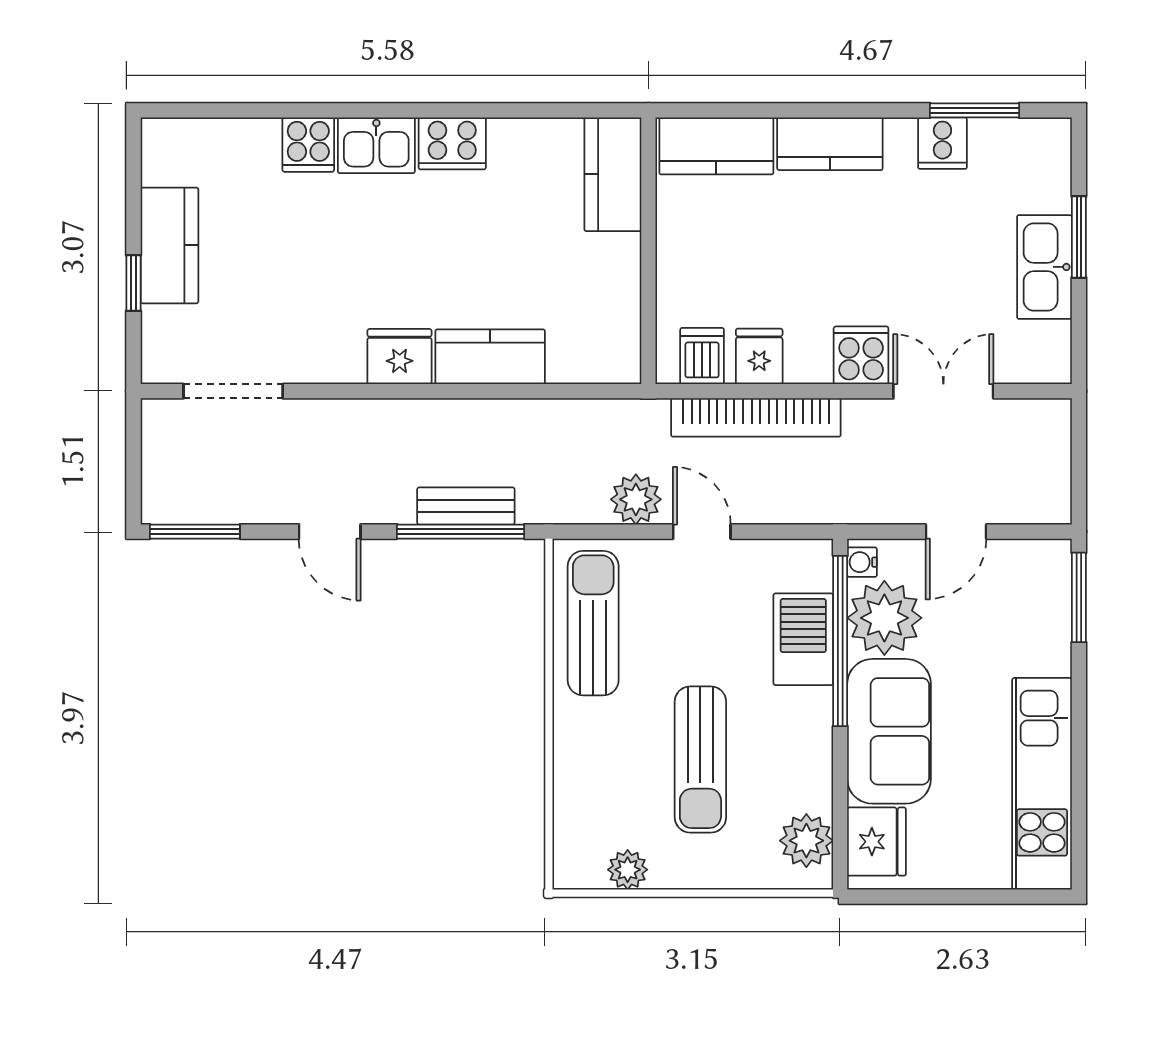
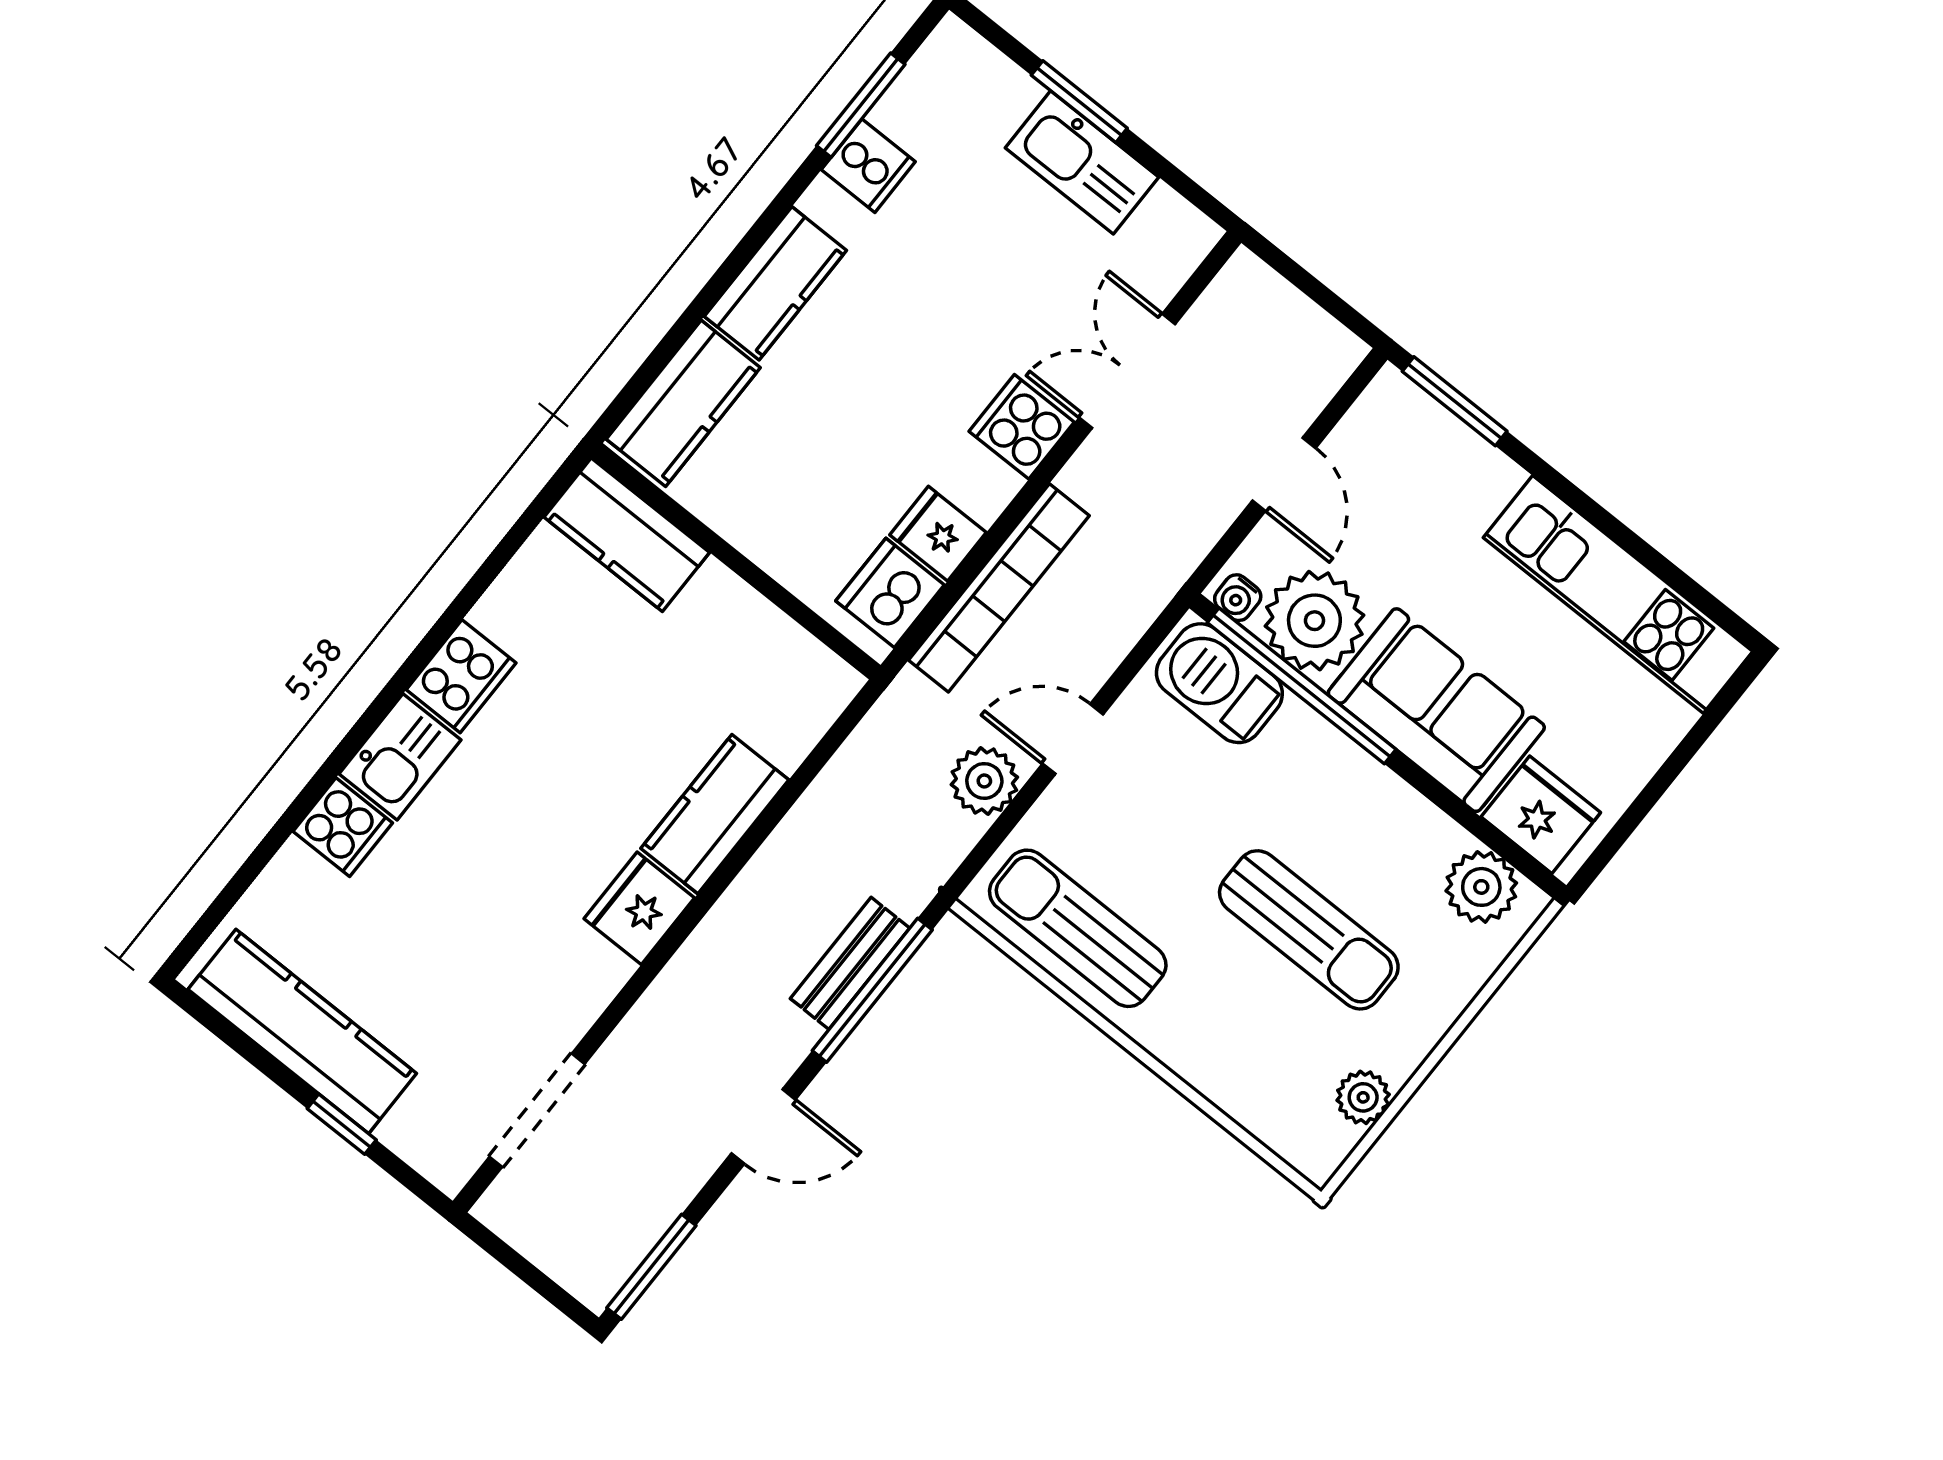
kitchen counter: (169, 245) -> (302, 1031), width x1.50
dishwasher: (702, 356) -> (890, 593), width x1.38
barbecue: (803, 639) -> (1219, 683), moved

